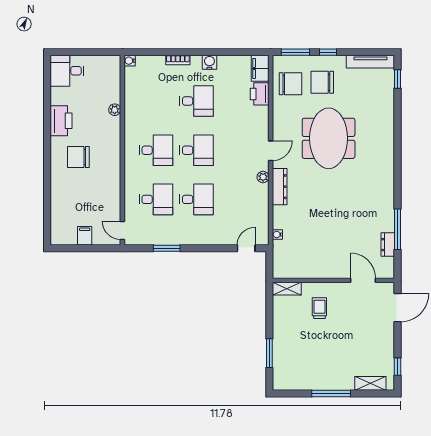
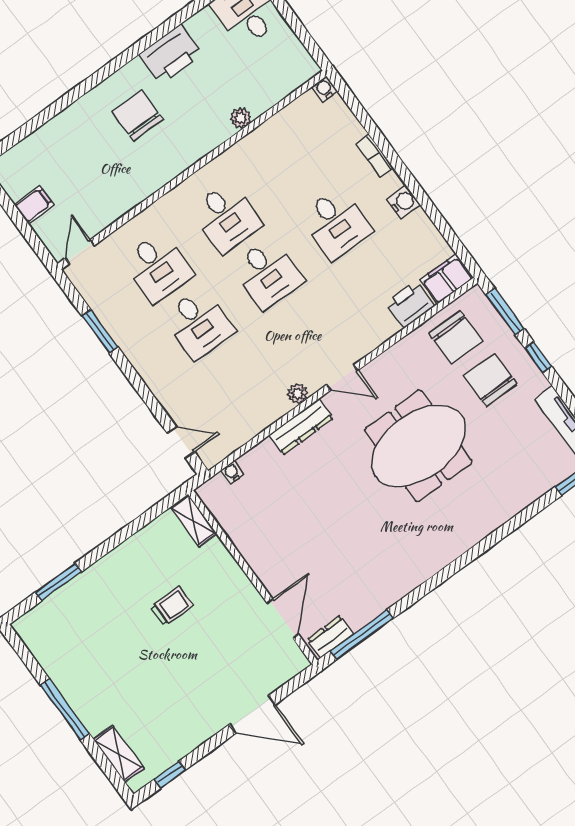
wall: (333, 280) -> (253, 577), moved
door: (363, 280) -> (283, 618), moved
shelving: (287, 289) -> (194, 520), moved

